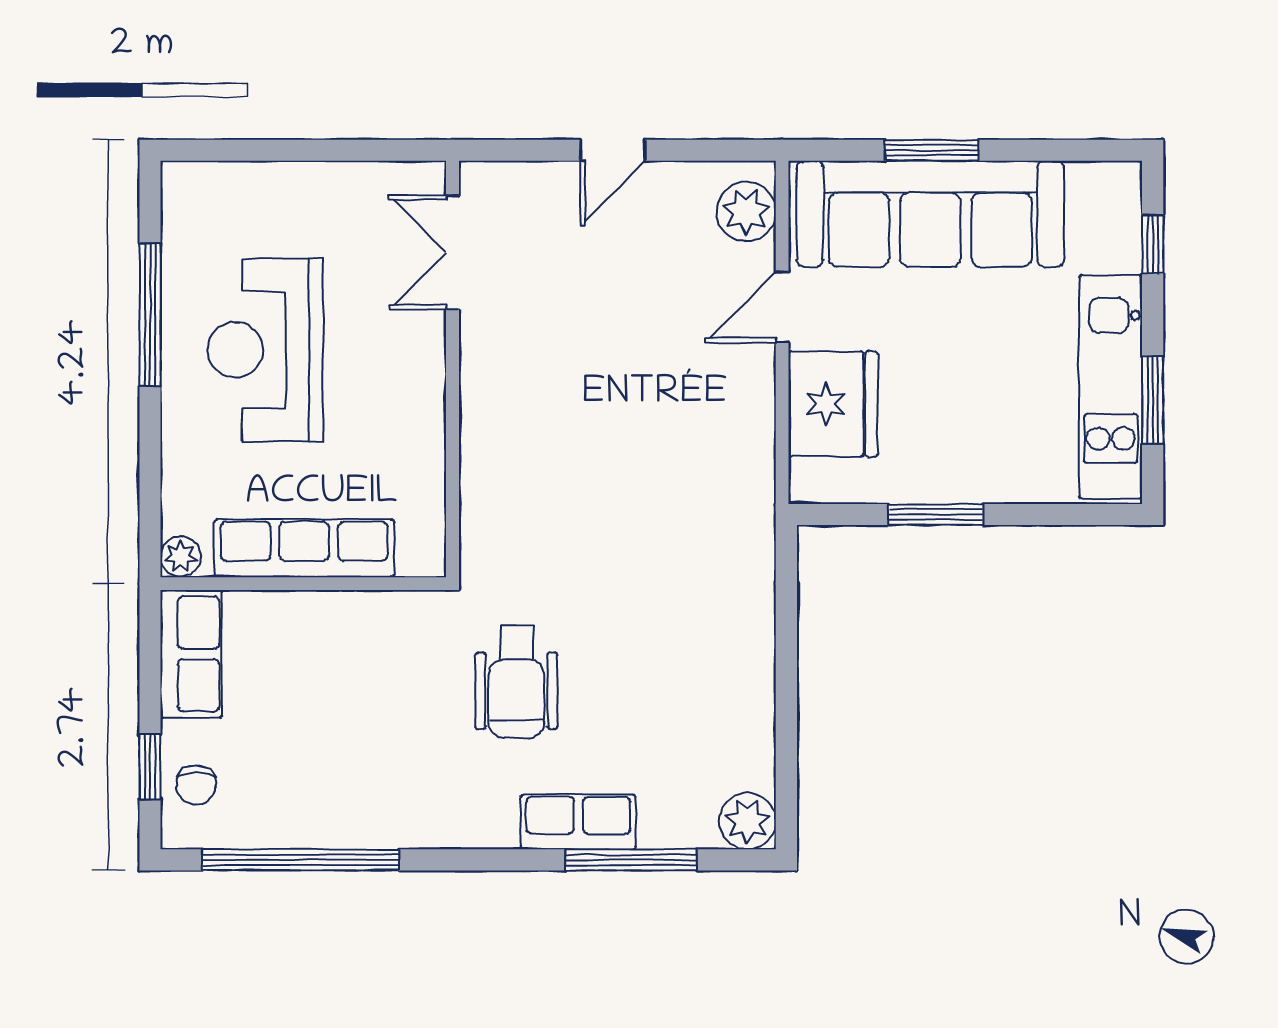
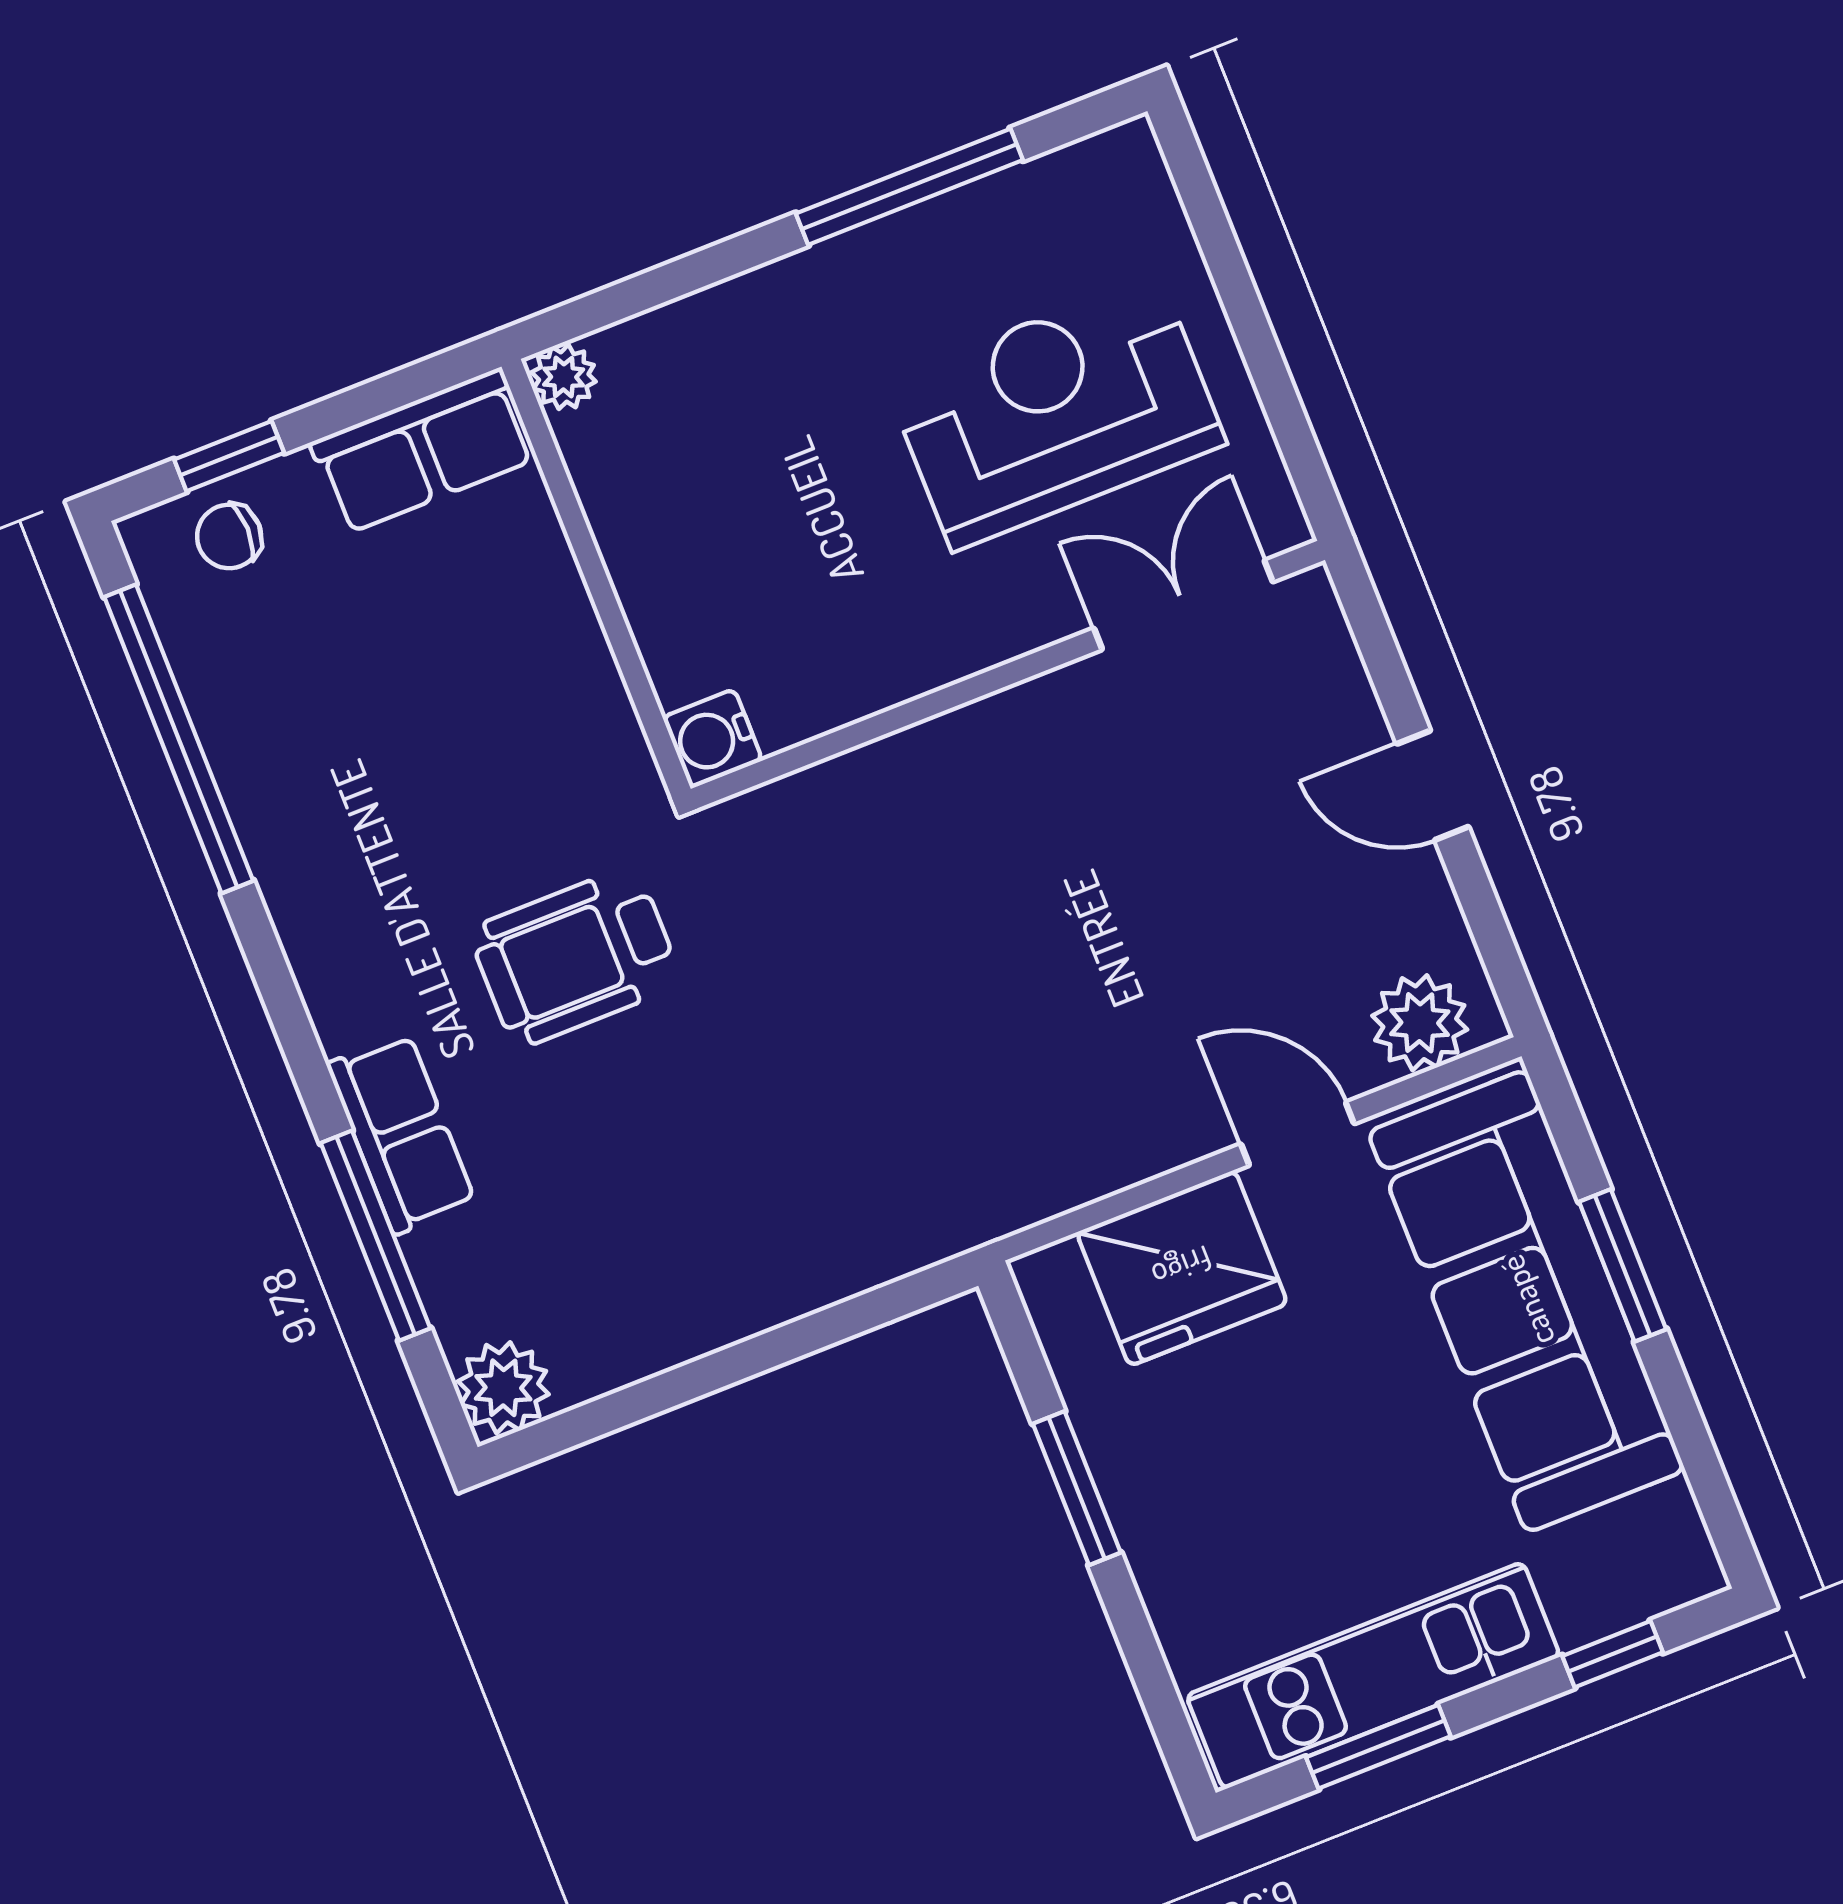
reception desk: (265, 350) -> (1055, 412), moved
row of seats: (304, 548) -> (650, 558), removed
water cooler: (422, 553) -> (712, 739), added

